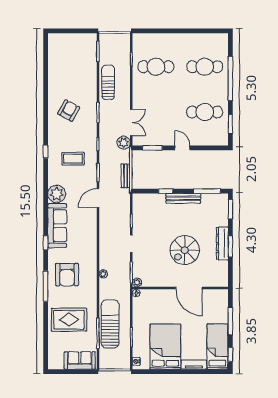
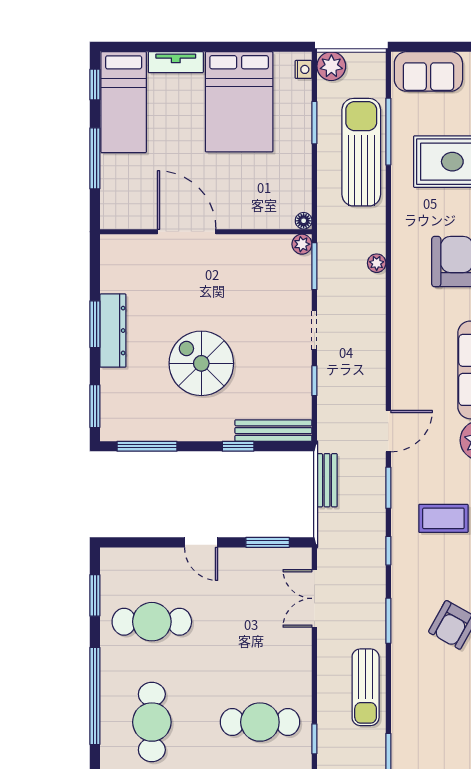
cafe table: (205, 67) -> (152, 722), turned 90
plant: (124, 143) -> (331, 66), moved
bench: (183, 198) -> (273, 431), moved
spiral stairs: (185, 250) -> (201, 363), moved, turned -90
sun lounger: (110, 324) -> (361, 152), turned 180

